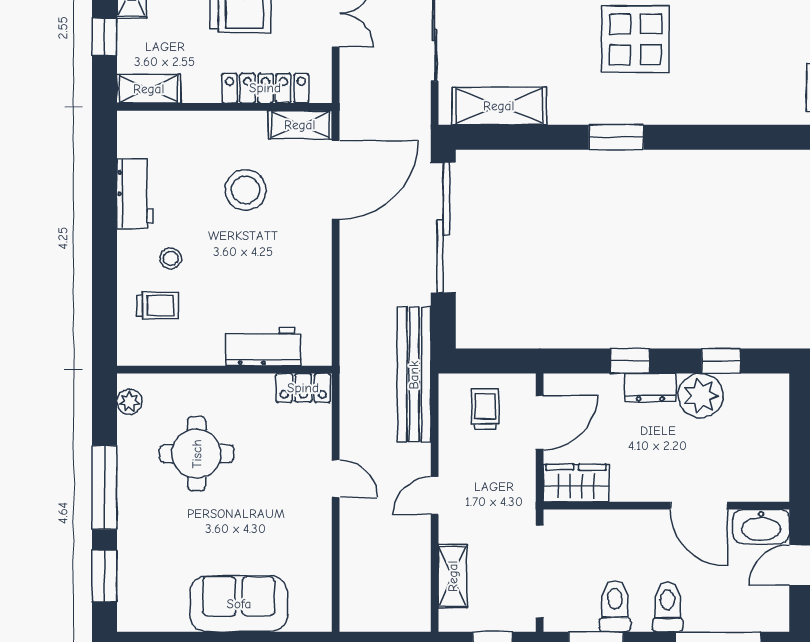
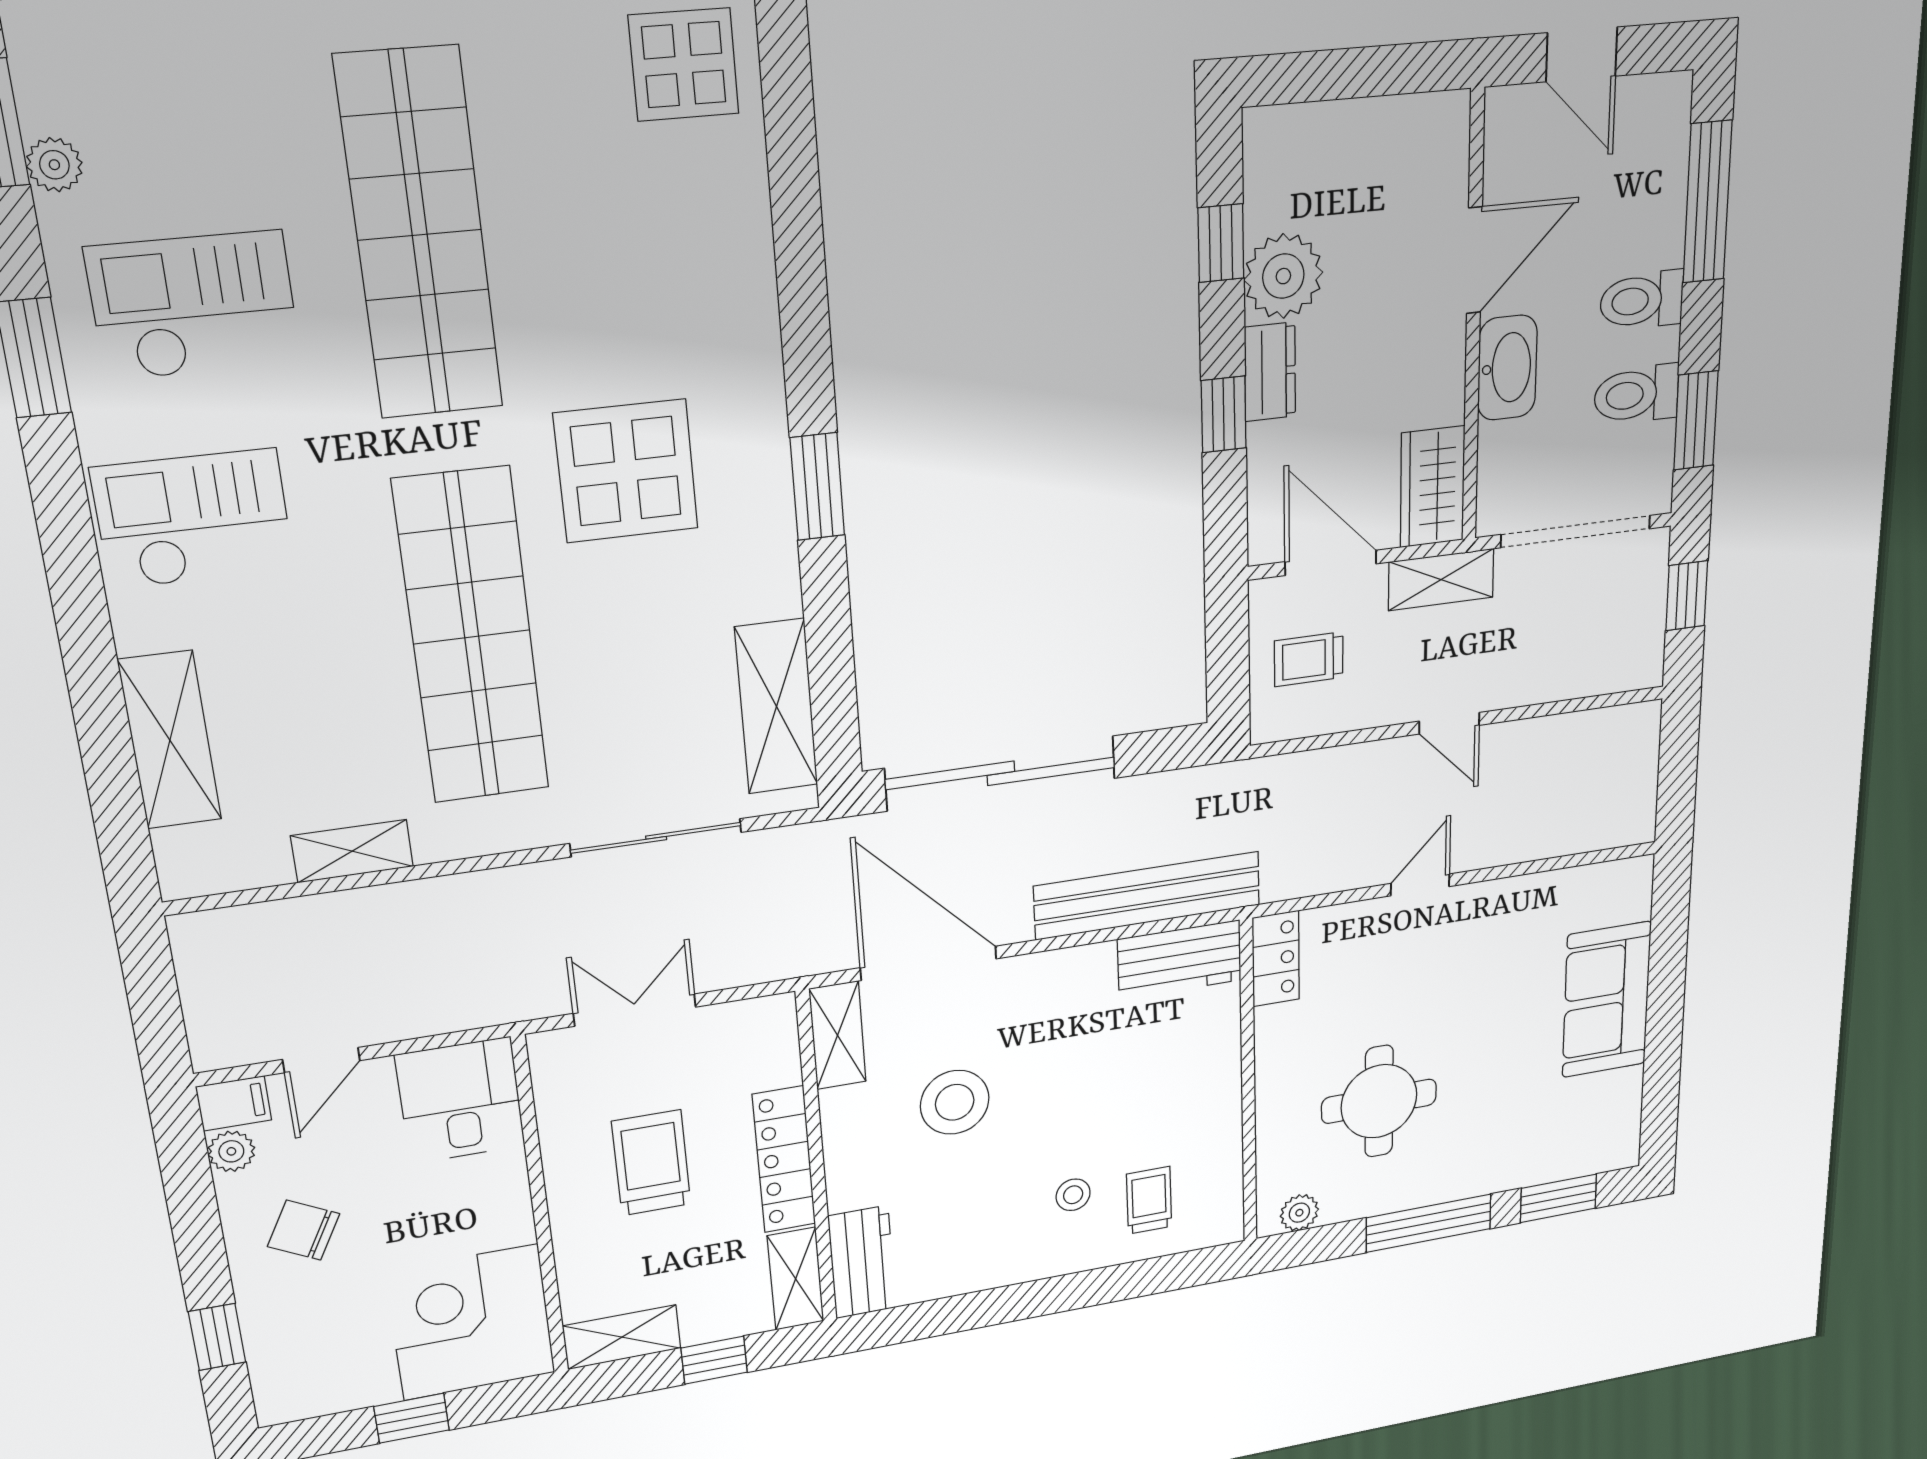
locker: (265, 88) -> (784, 1159), moved
workbench: (135, 194) -> (862, 1262), moved, turned 90
workbench: (263, 347) -> (1180, 960), moved, turned -90
bench: (414, 375) -> (1148, 896), moved
washbasin: (761, 527) -> (1507, 368), moved
shelving: (453, 576) -> (1441, 580), moved

